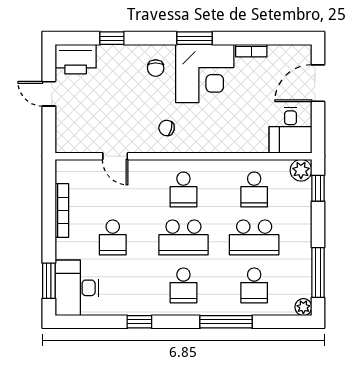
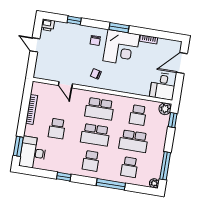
printer: (76, 59) -> (48, 25), width x0.53, depth x0.68
school desk: (183, 189) -> (99, 109), width x1.85

